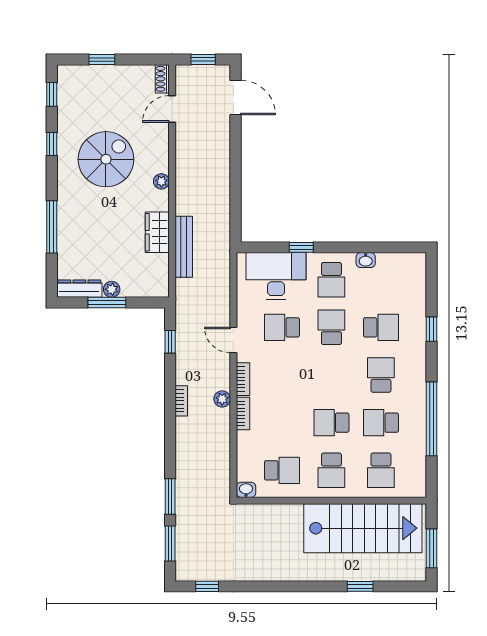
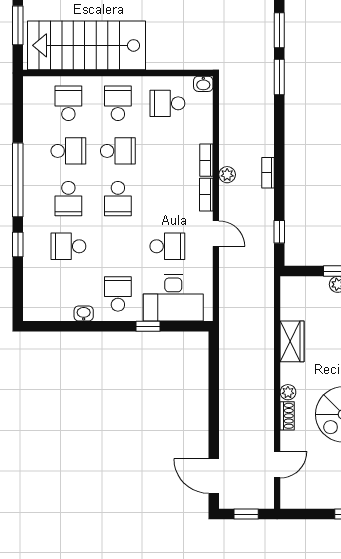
shoe rack: (162, 79) -> (287, 416), moved
bench: (184, 247) -> (265, 327), removed
school desk: (331, 327) -> (118, 199), moved
window: (432, 419) -> (18, 180), moved

